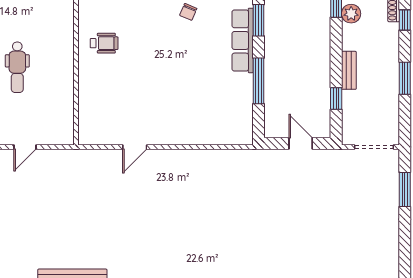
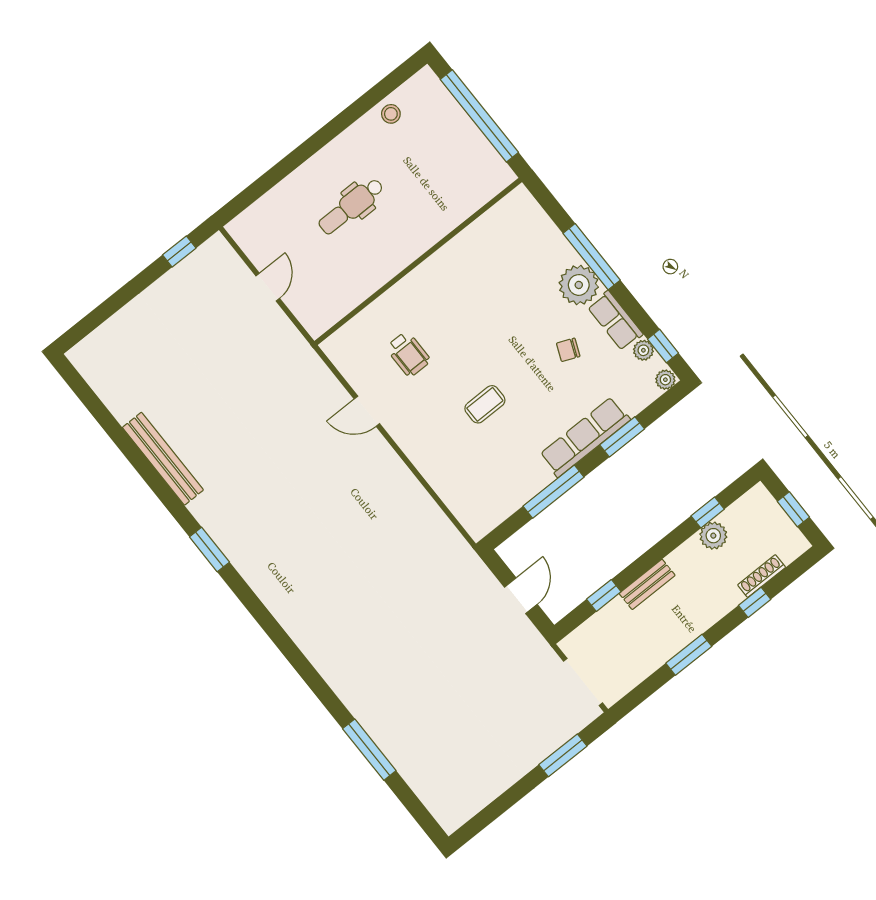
wheelchair: (104, 43) -> (408, 354), moved
coffee table: (182, 80) -> (485, 404), added
door: (25, 147) -> (268, 287), swing flipped

